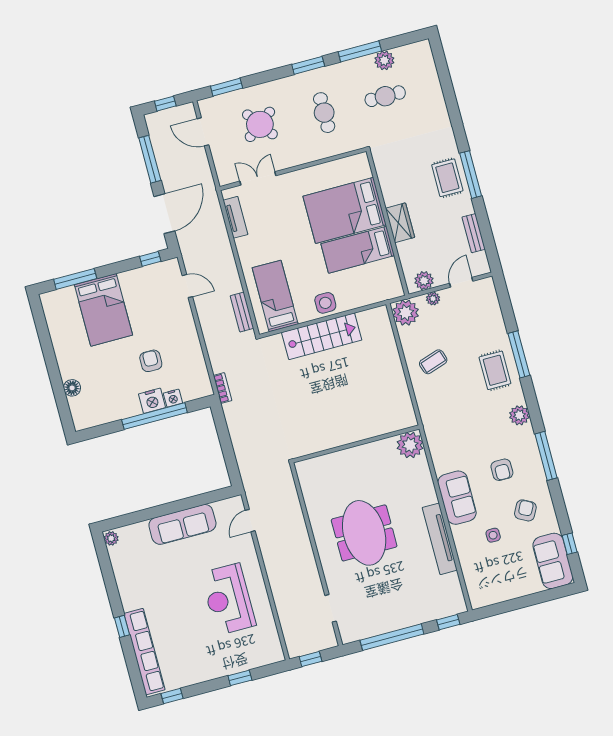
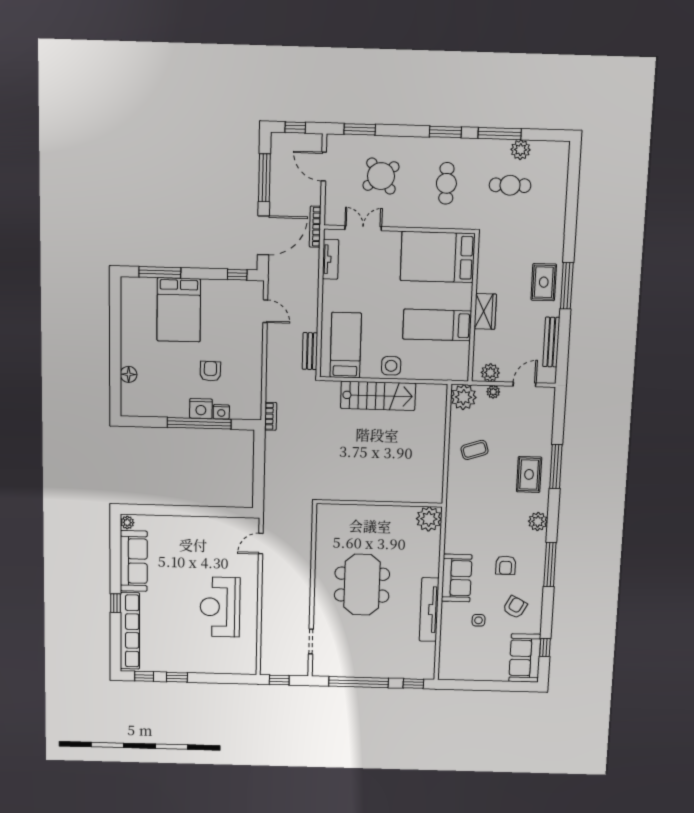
bookcase: (212, 191) -> (315, 227), added
bed: (345, 210) -> (438, 257), moved
bench: (474, 233) -> (551, 342), width x1.36
sofa: (182, 524) -> (134, 561), moved, turned -90
window: (240, 678) -> (177, 677), moved

